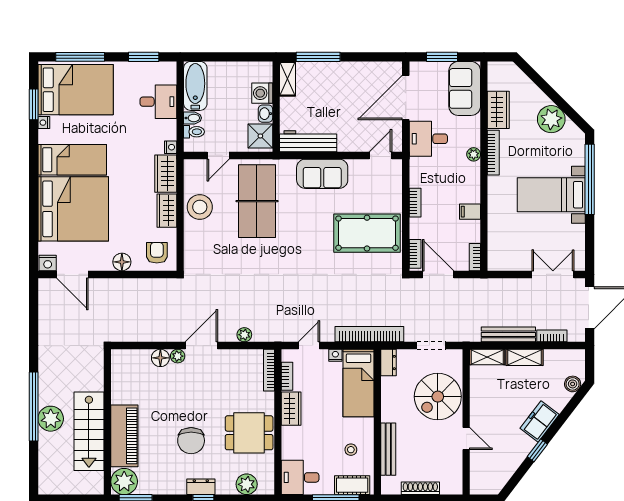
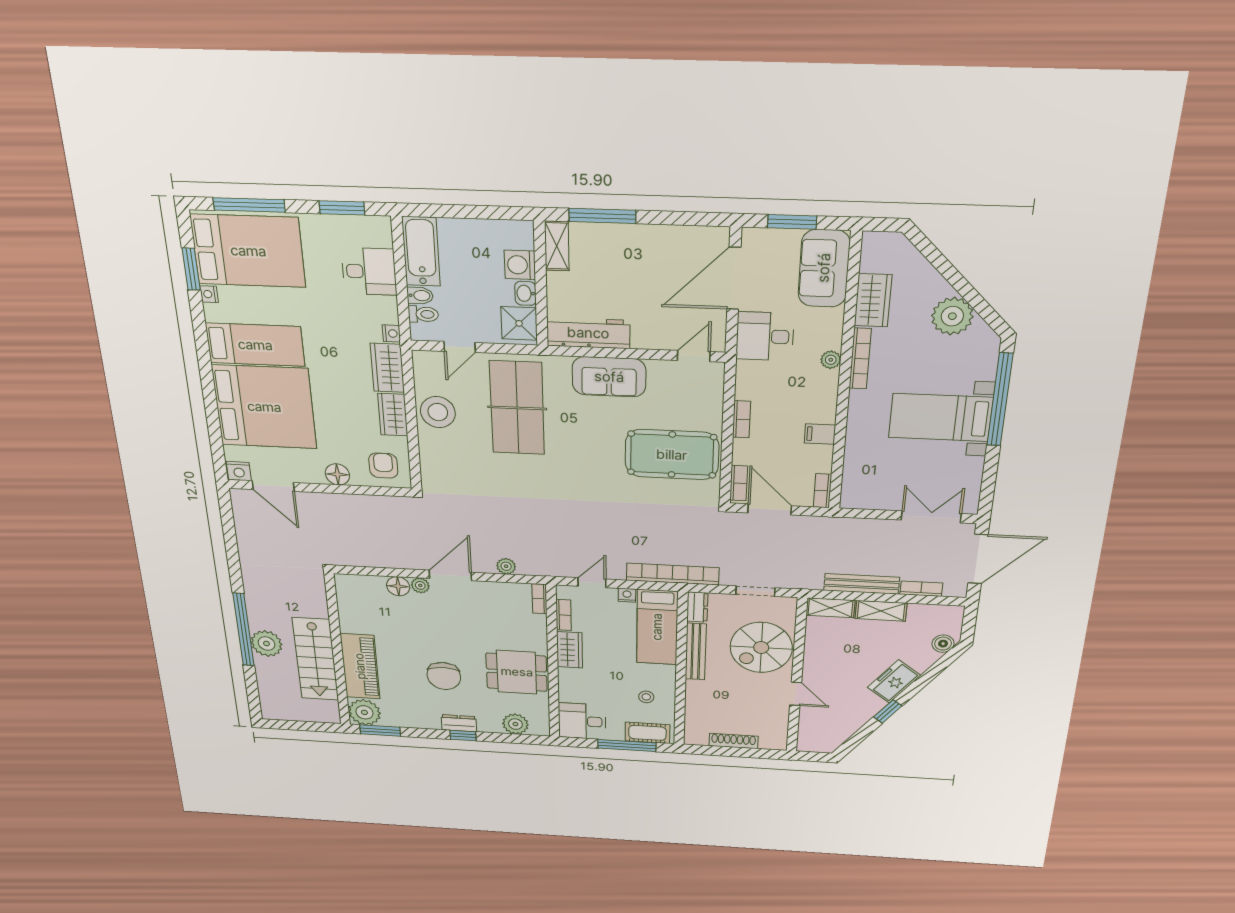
bookcase: (269, 370) -> (539, 599), width x0.64
bench: (388, 449) -> (696, 652), moved

